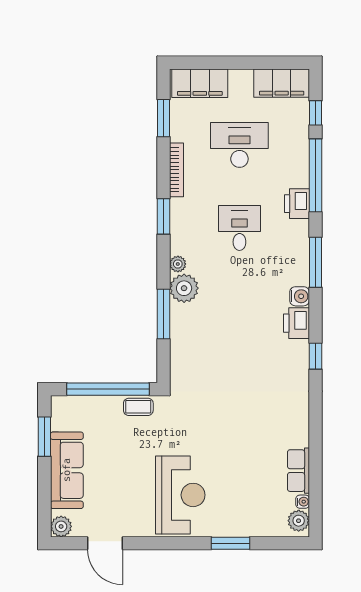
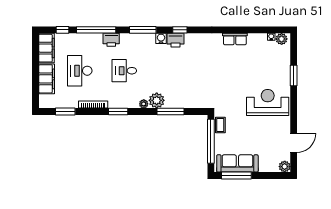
filing cabinet: (200, 83) -> (47, 79), moved
window: (315, 356) -> (180, 30), moved
window: (44, 437) -> (236, 175), width x1.44
sofa: (67, 470) -> (237, 163), moved
row of seats: (298, 471) -> (235, 39), moved

